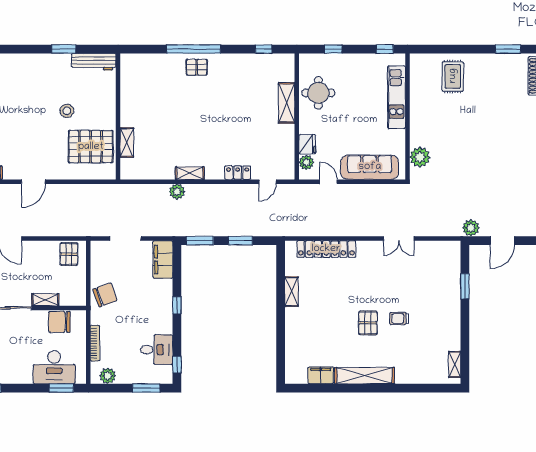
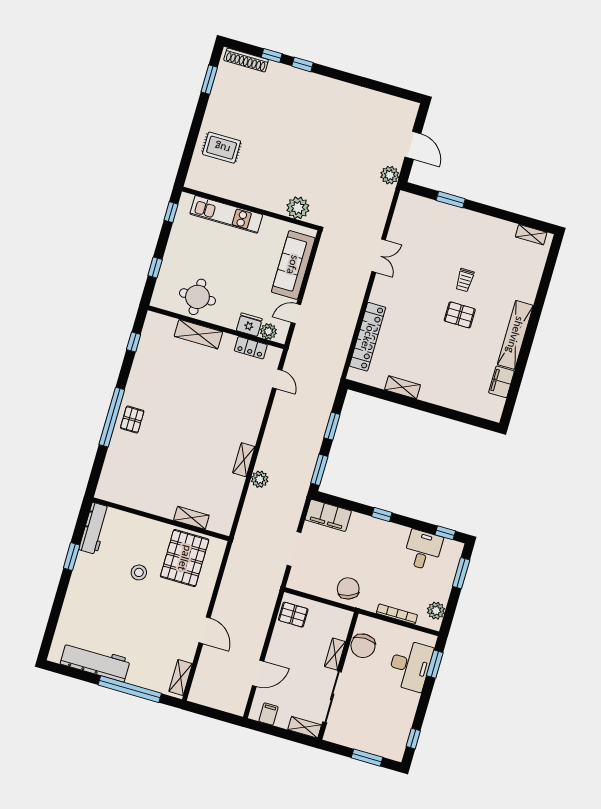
locker: (238, 173) -> (251, 348), moved, turned -90

